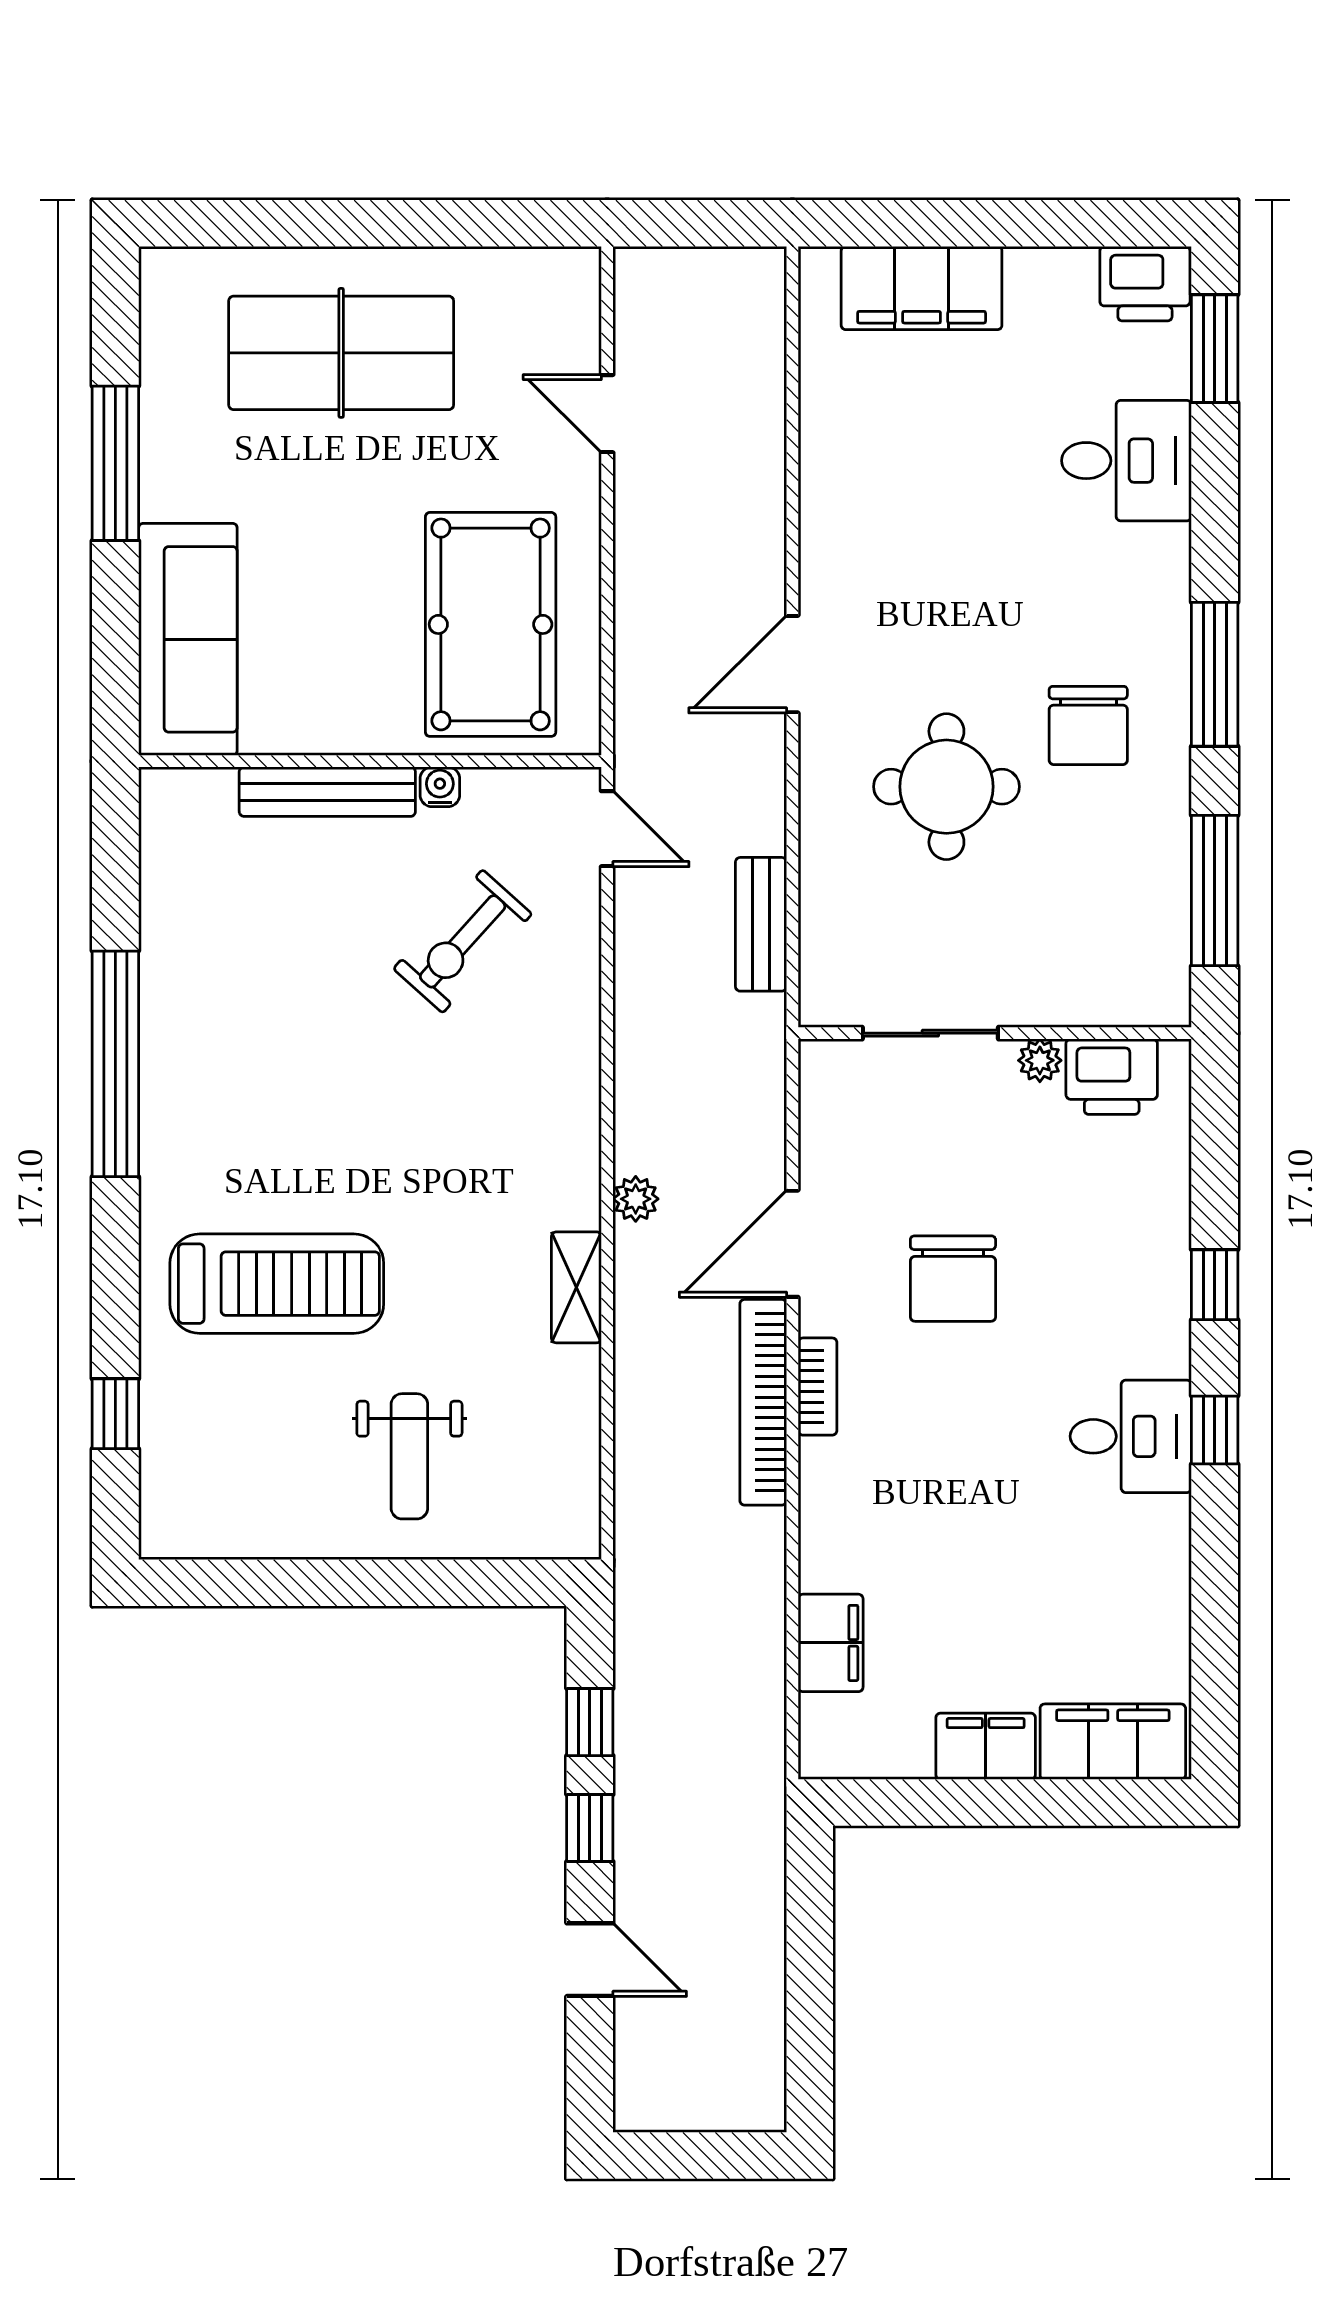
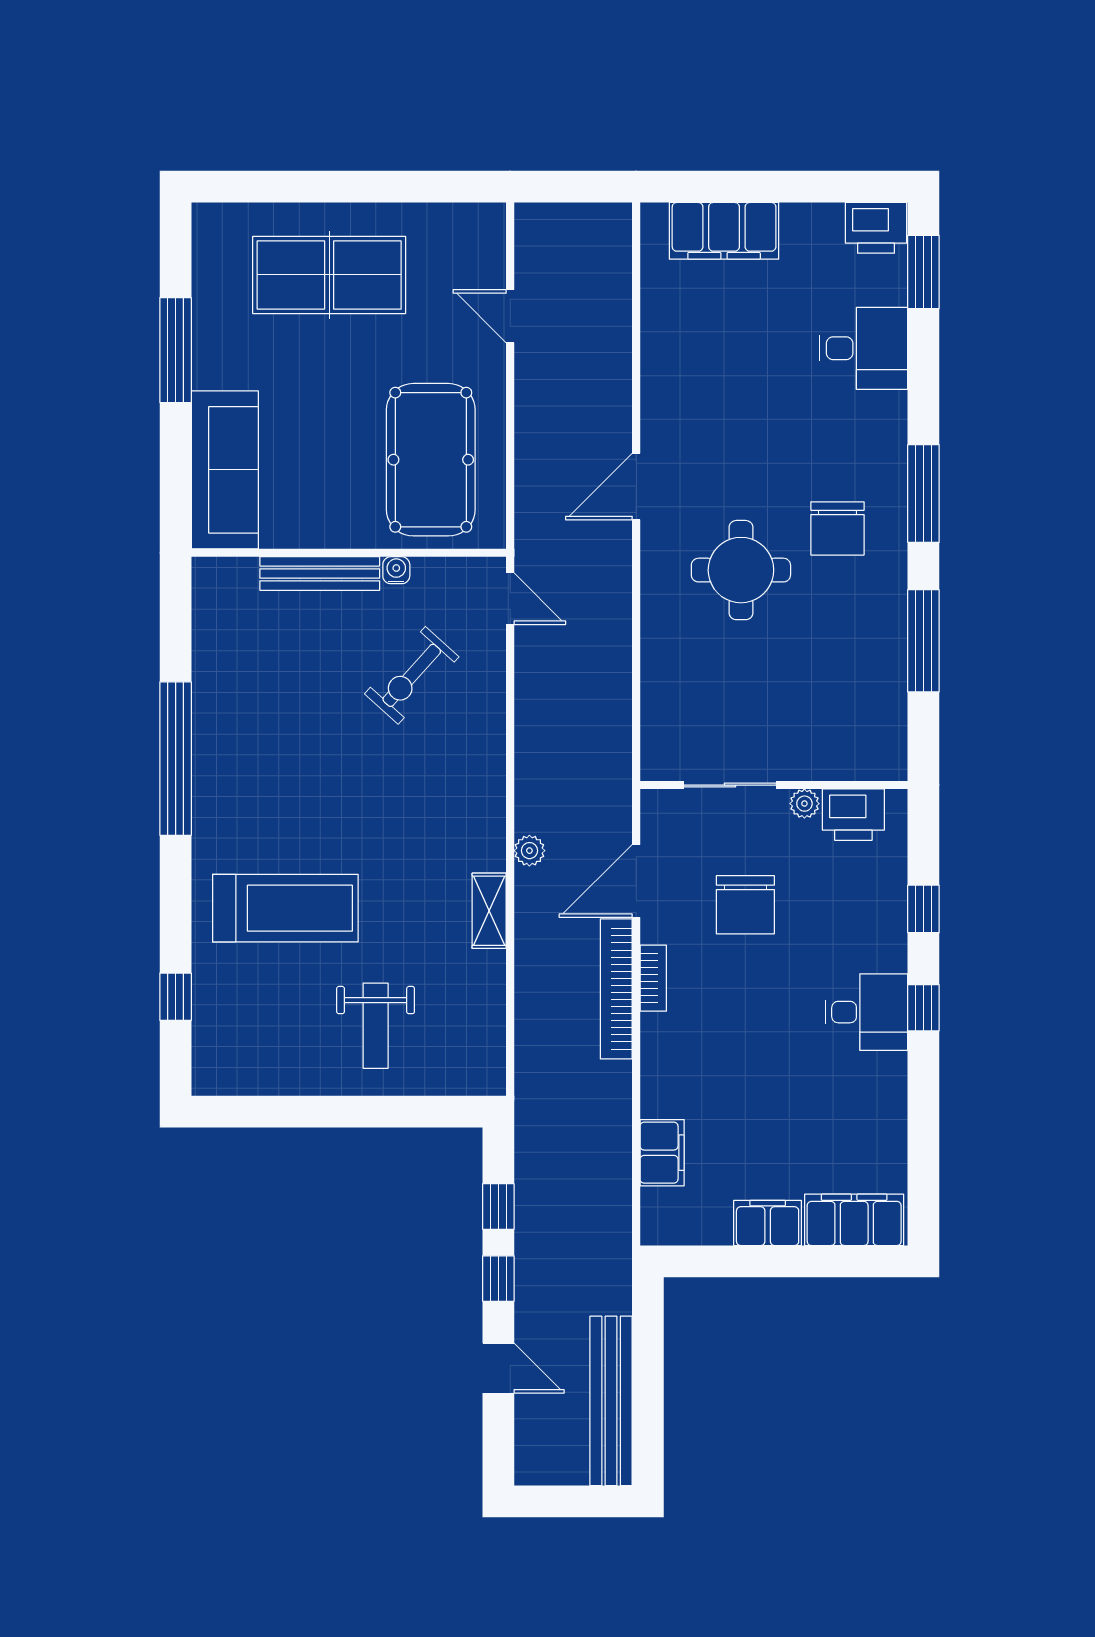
bench: (761, 924) -> (611, 1401), moved, width x1.86, depth x1.21
sliding door: (930, 1033) -> (730, 785), moved
wall: (995, 1033) -> (774, 785), moved
plant: (1040, 1060) -> (804, 804), moved
printer: (1112, 1077) -> (853, 815), moved

